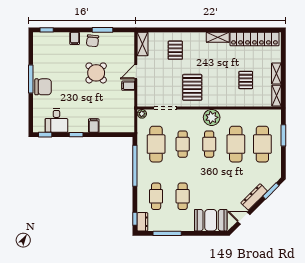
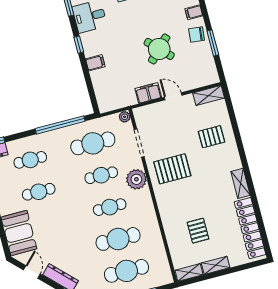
pallet: (246, 80) -> (198, 231), turned 90
filing cabinet: (128, 86) -> (148, 93), width x2.00
plant: (212, 117) -> (136, 179), moved

